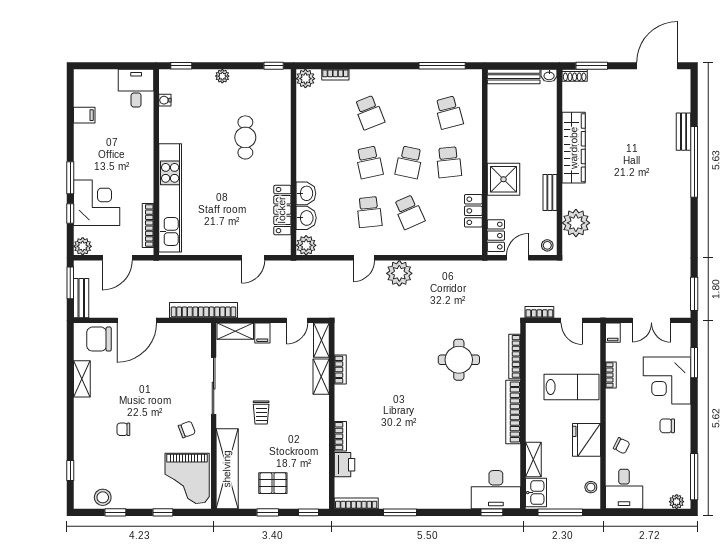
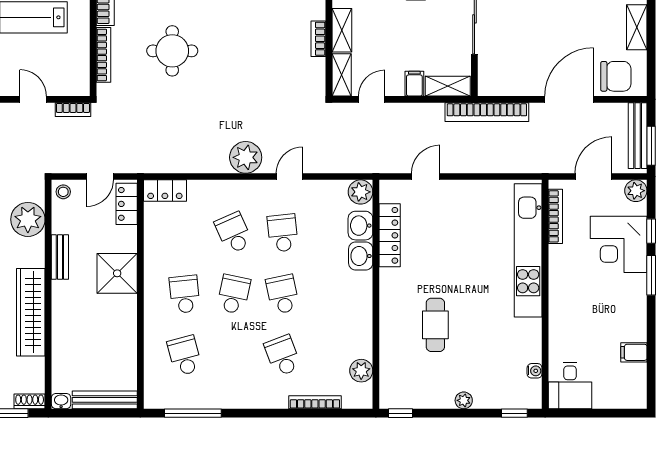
bookcase: (335, 75) -> (315, 402), width x1.56
plant: (305, 79) -> (361, 371), moved
locker: (473, 211) -> (165, 191), moved, turned 90
bench: (81, 298) -> (638, 136), width x1.36

